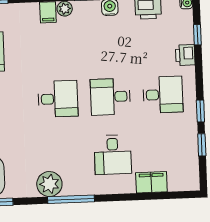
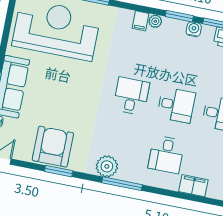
desk: (110, 97) -> (176, 105), turned 180
desk: (58, 99) -> (131, 96), turned -90

